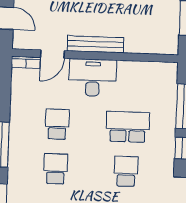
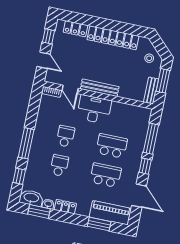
bench: (172, 36) -> (151, 91), added
door: (52, 54) -> (70, 89), hinge flipped
school desk: (126, 171) -> (106, 175), width x1.85

